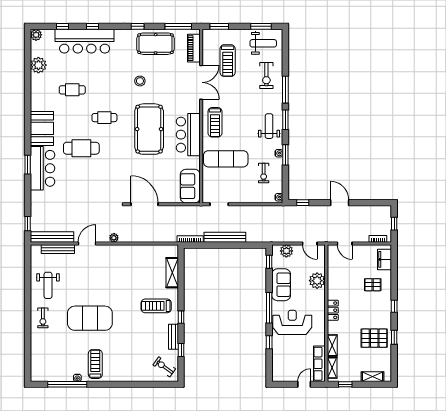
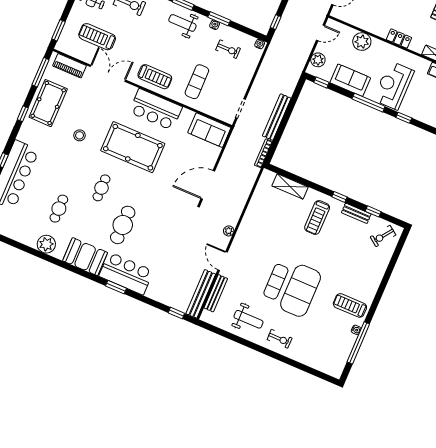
treadmill: (228, 61) -> (97, 37), turned 180
plant: (38, 65) -> (46, 244), moved
exercise mat: (226, 159) -> (197, 82), width x0.73, depth x0.69
exercise mat: (89, 295) -> (276, 282), added

